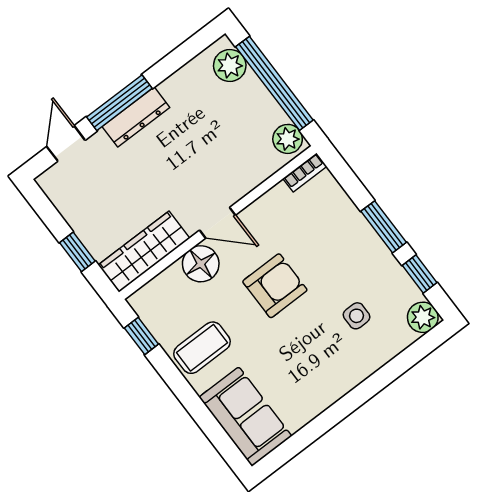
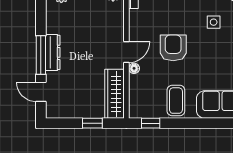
floor lamp: (201, 264) -> (134, 68), width x0.53, depth x0.53

